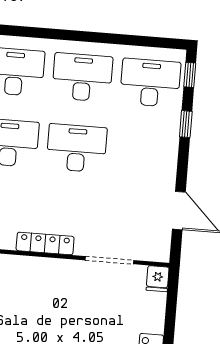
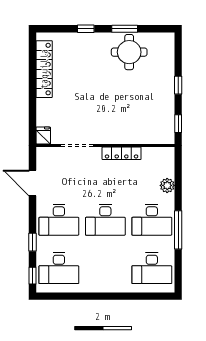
desk: (82, 77) -> (59, 220), moved

